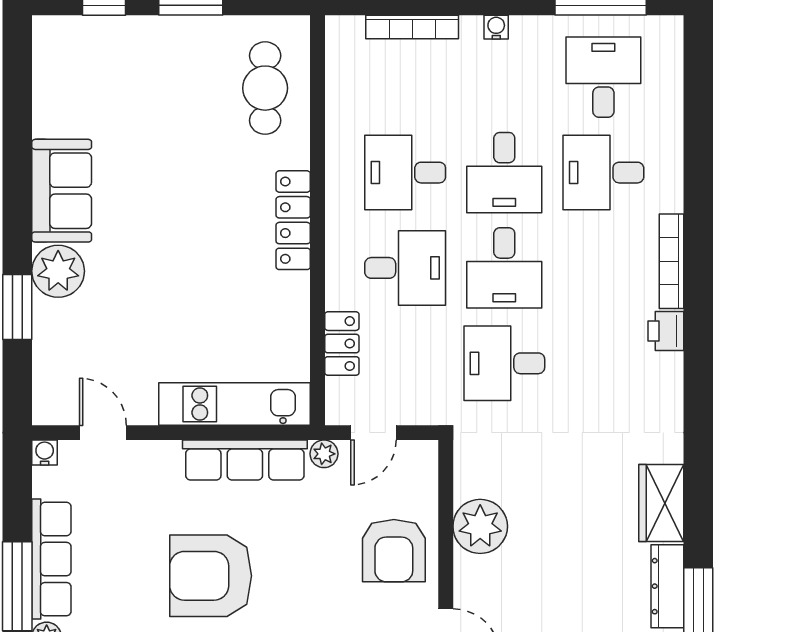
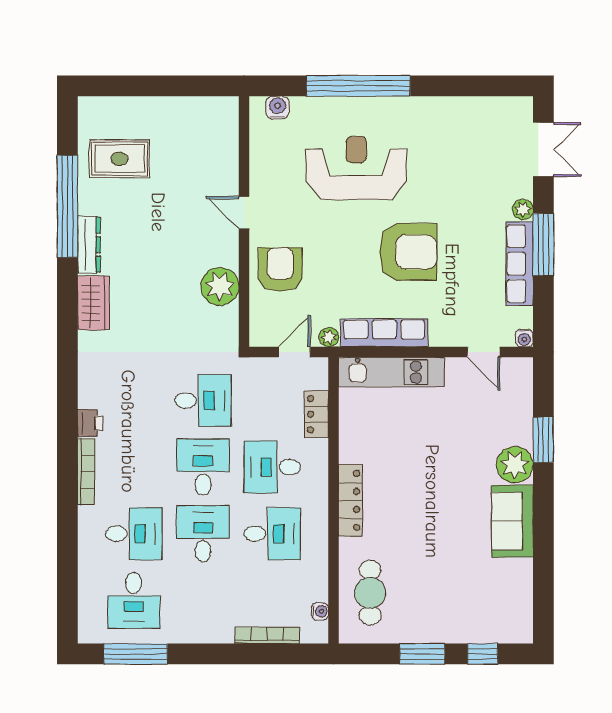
water cooler: (496, 27) -> (320, 611), moved, turned -90

